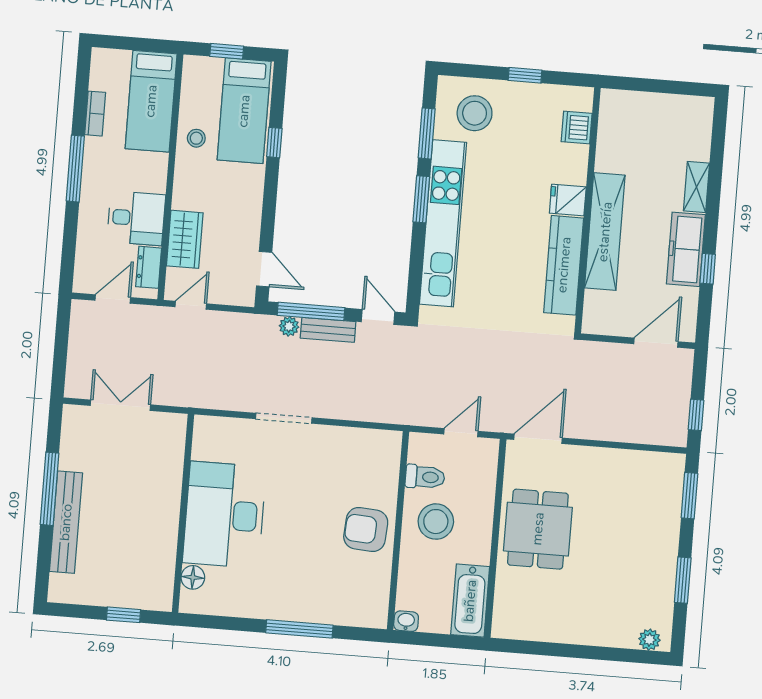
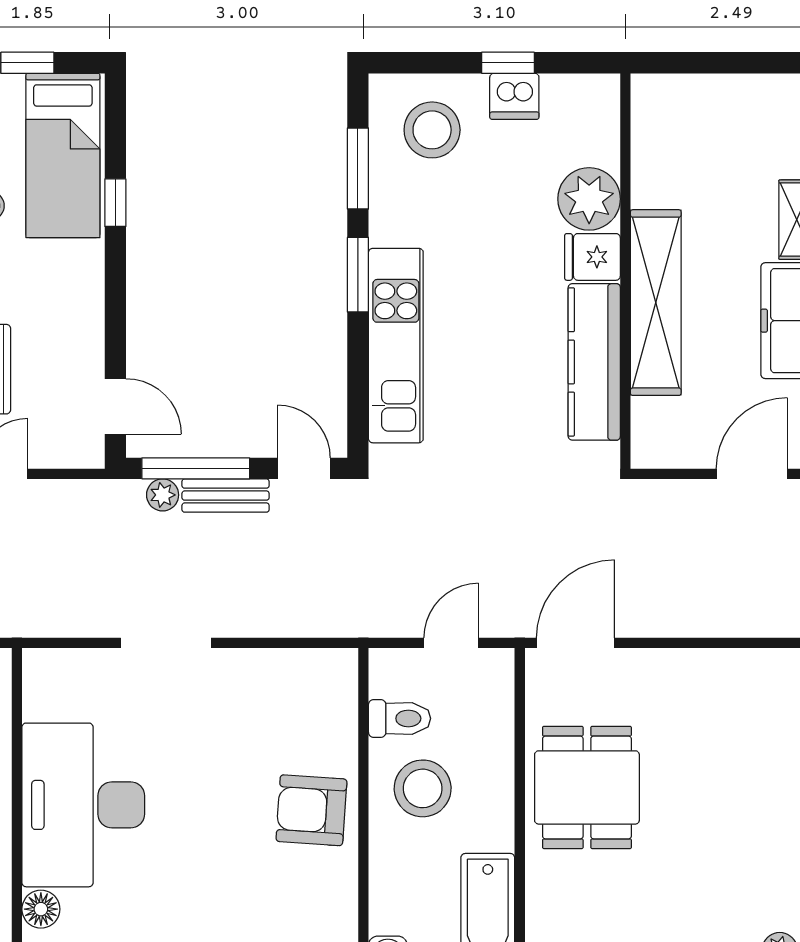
dishwasher: (577, 128) -> (514, 96), moved, turned -90
plant: (569, 164) -> (589, 199), added
kitchen unit: (443, 223) -> (396, 346), width x0.73

